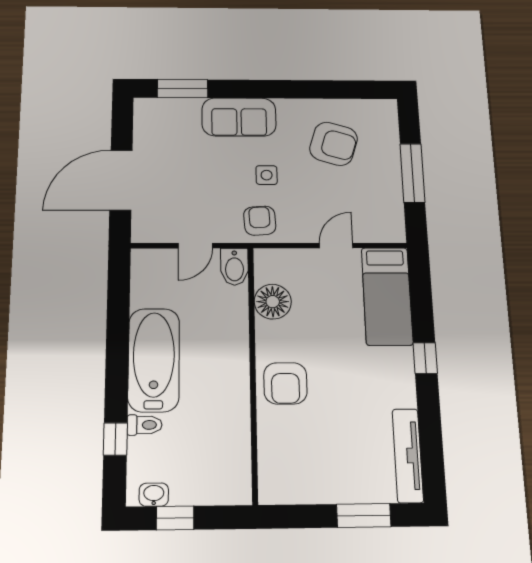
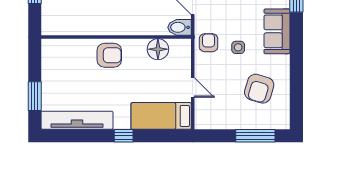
window: (412, 173) -> (255, 136), moved
armchair: (260, 221) -> (209, 43), turned -86
armchair: (285, 383) -> (109, 55), turned 180
tv unit: (408, 456) -> (77, 120), width x1.36, depth x1.29

